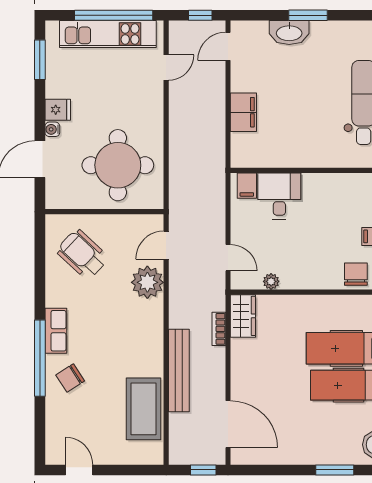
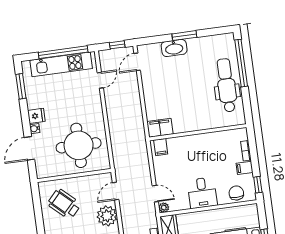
filing cabinet: (243, 112) -> (160, 128), moved, turned -90
desk: (279, 196) -> (202, 193), moved, turned 180
plant: (271, 281) -> (164, 208), moved

